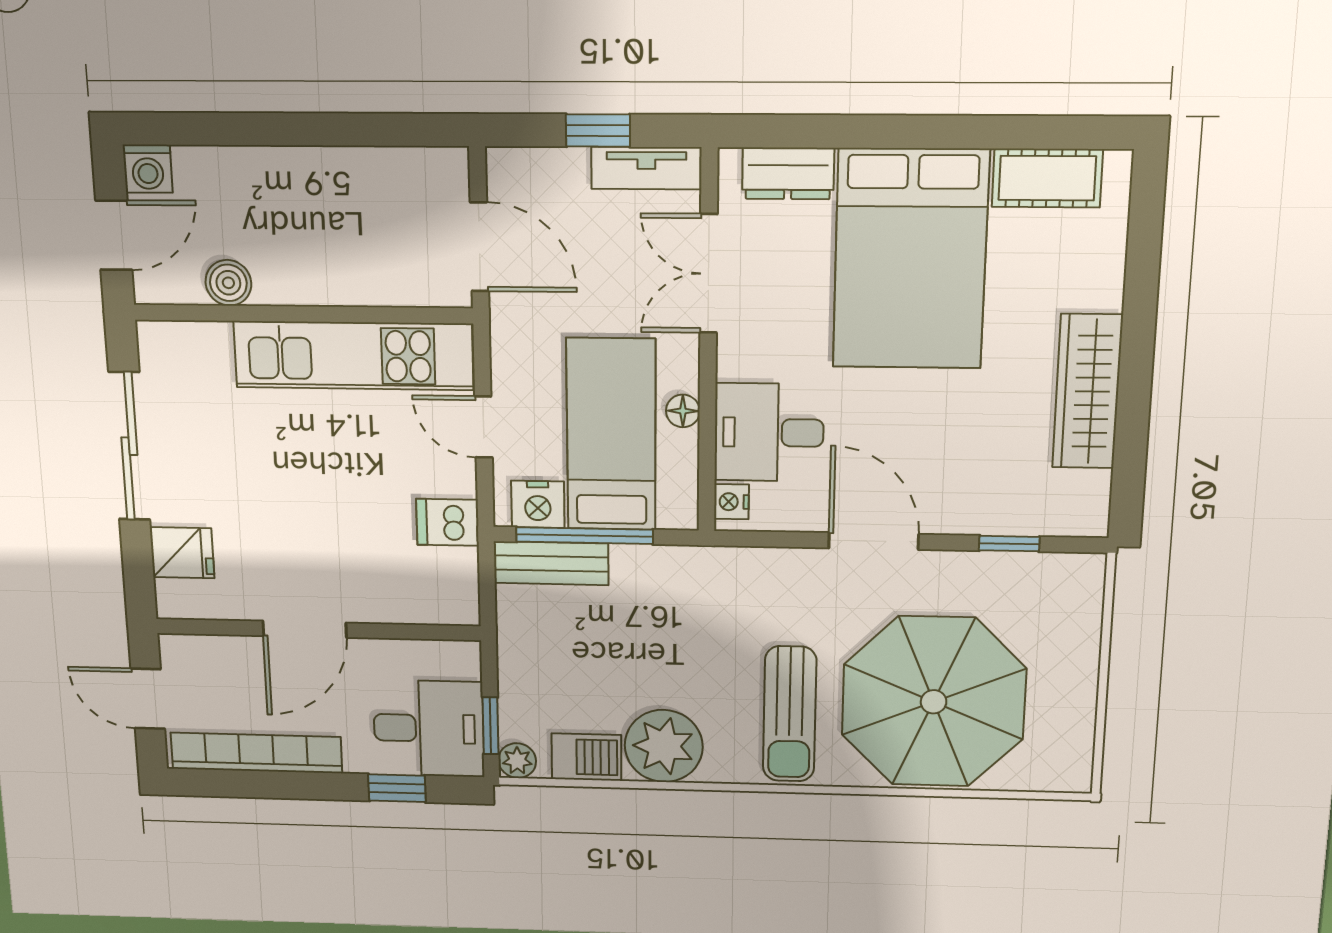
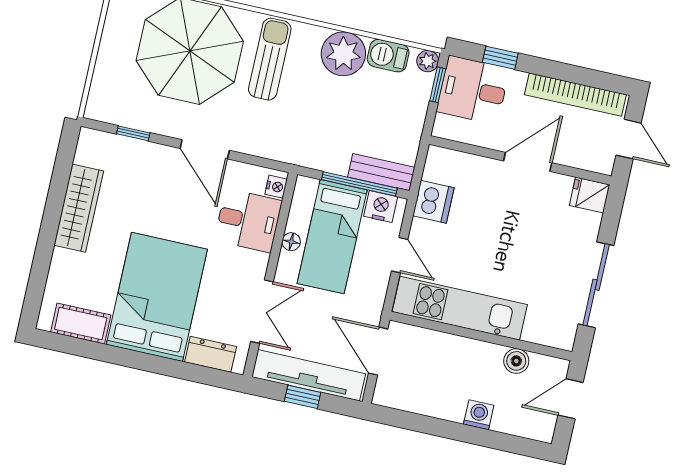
tv unit: (646, 168) -> (309, 375), width x1.92, depth x1.29
washing machine: (148, 169) -> (479, 415), moved
dishwasher: (448, 522) -> (433, 202), width x1.38
fridge: (182, 553) -> (590, 195), moved

